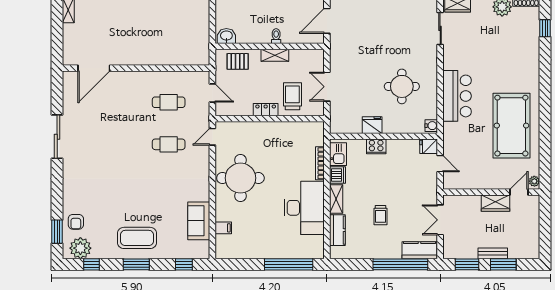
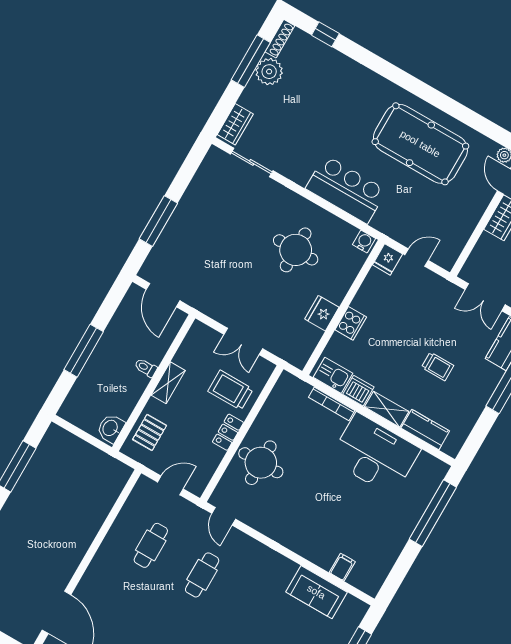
round table: (240, 178) -> (261, 463), moved, width x0.73, depth x0.73

